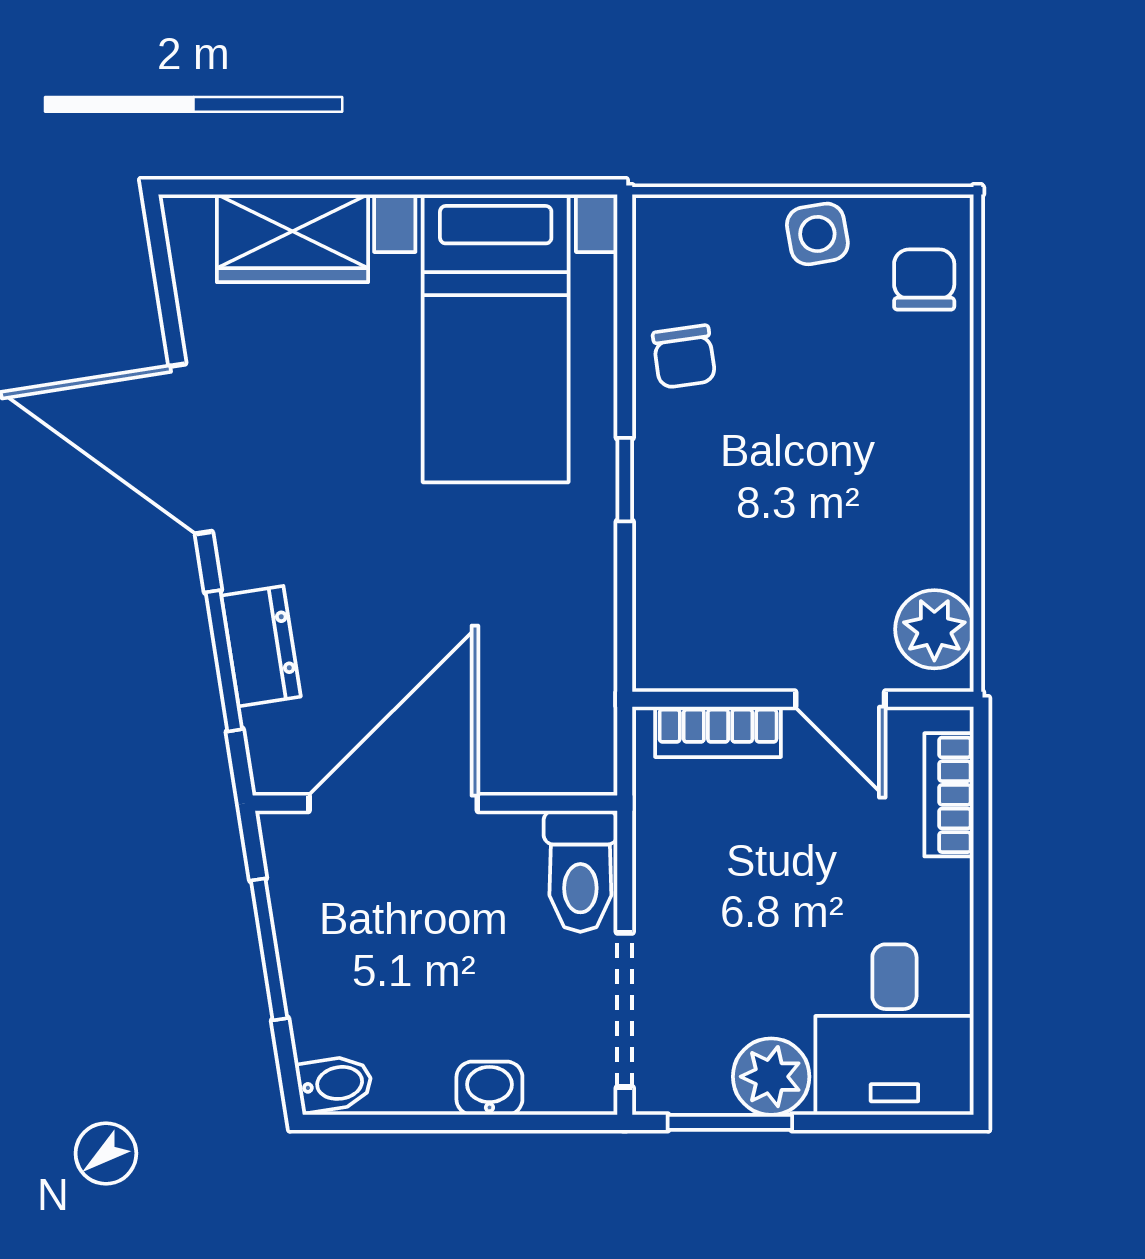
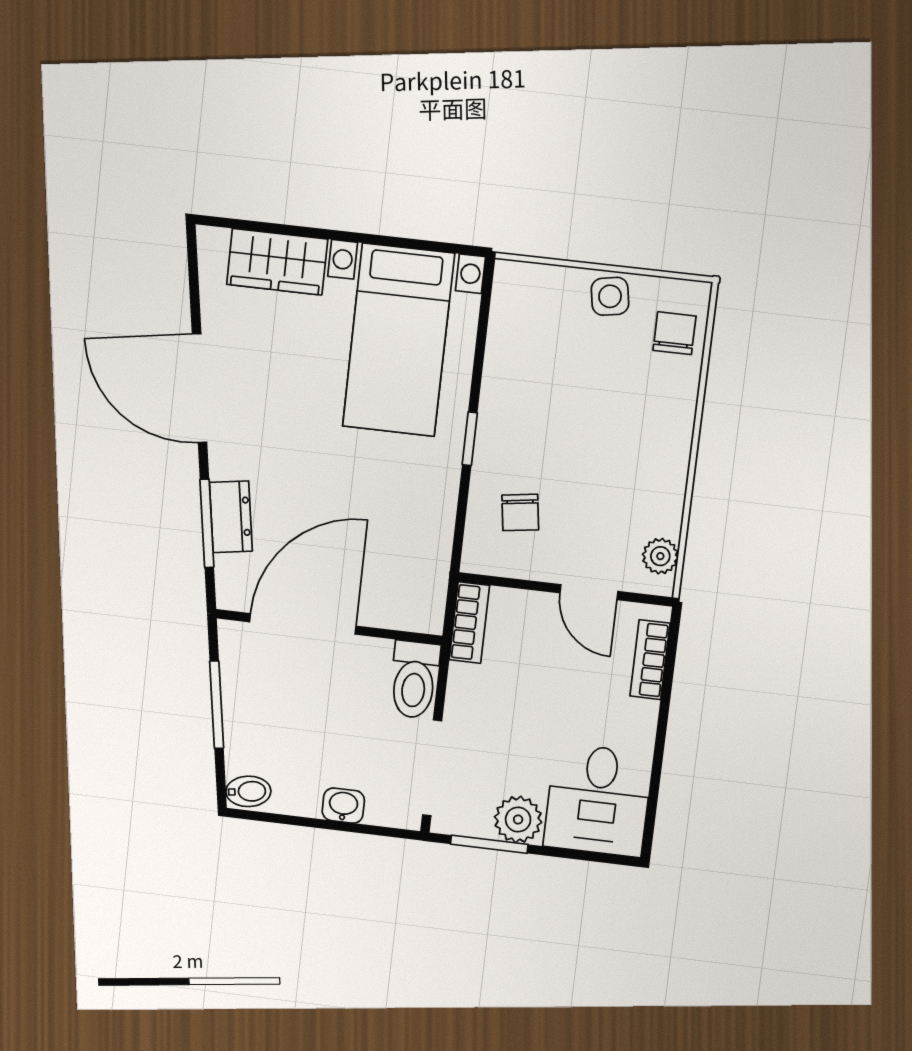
chair: (684, 357) -> (520, 512), moved
plant: (934, 629) -> (660, 556), width x0.73, depth x0.73
bookcase: (718, 732) -> (469, 623), moved, turned -90

